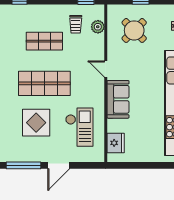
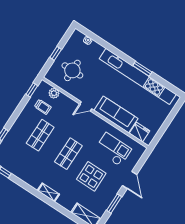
round table: (134, 30) -> (72, 70), turned 45
shop shelf: (44, 83) -> (68, 154), width x0.70, depth x0.74
sofa: (118, 99) -> (116, 114), width x1.36
window: (23, 165) -> (114, 204), width x0.69

